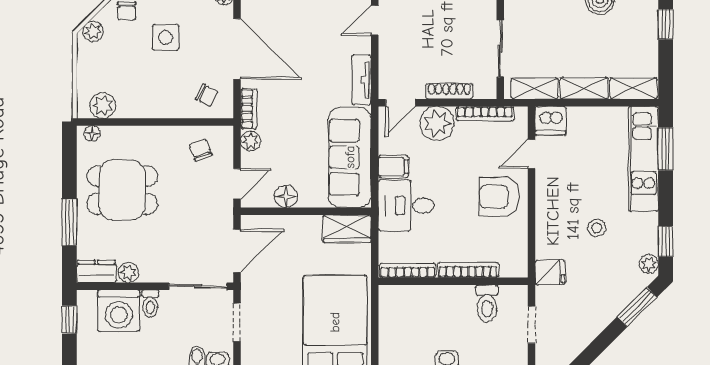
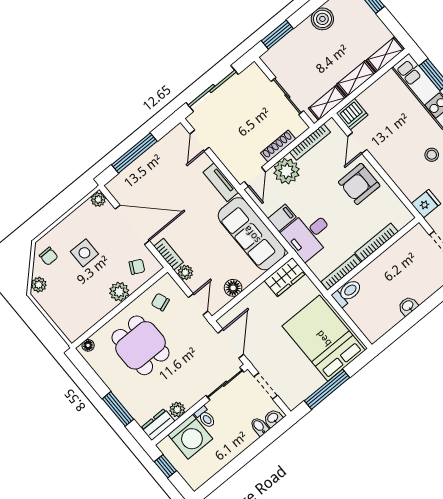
plant: (103, 105) -> (119, 292), moved
dining table: (122, 190) -> (141, 345), moved, turned 90
toilet: (487, 304) -> (347, 293), moved, turned -90

